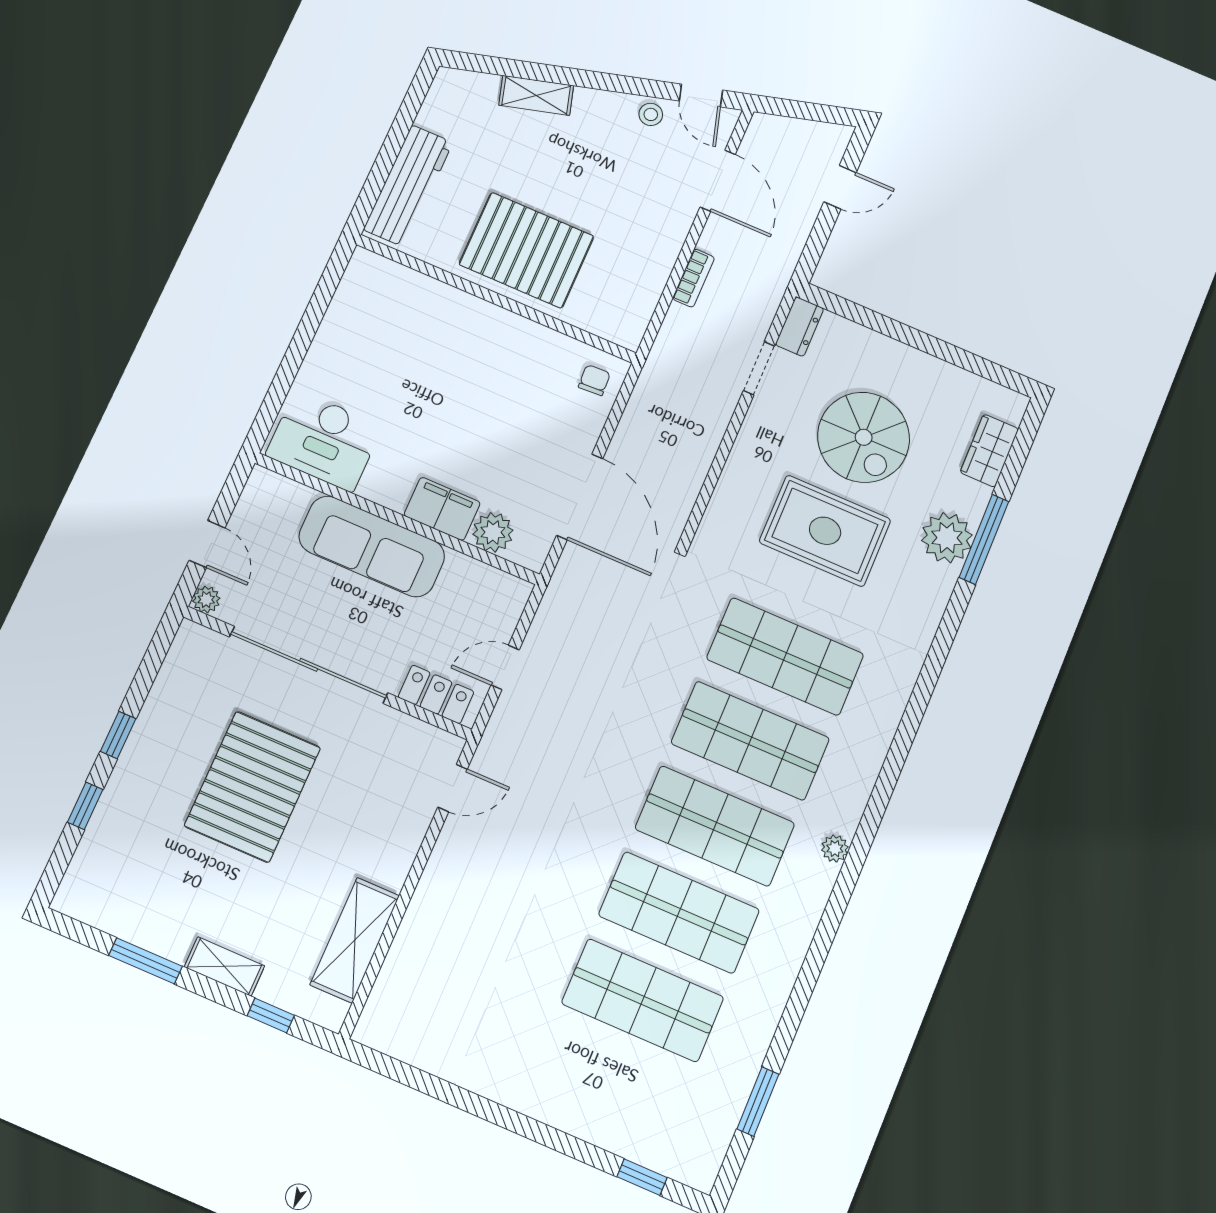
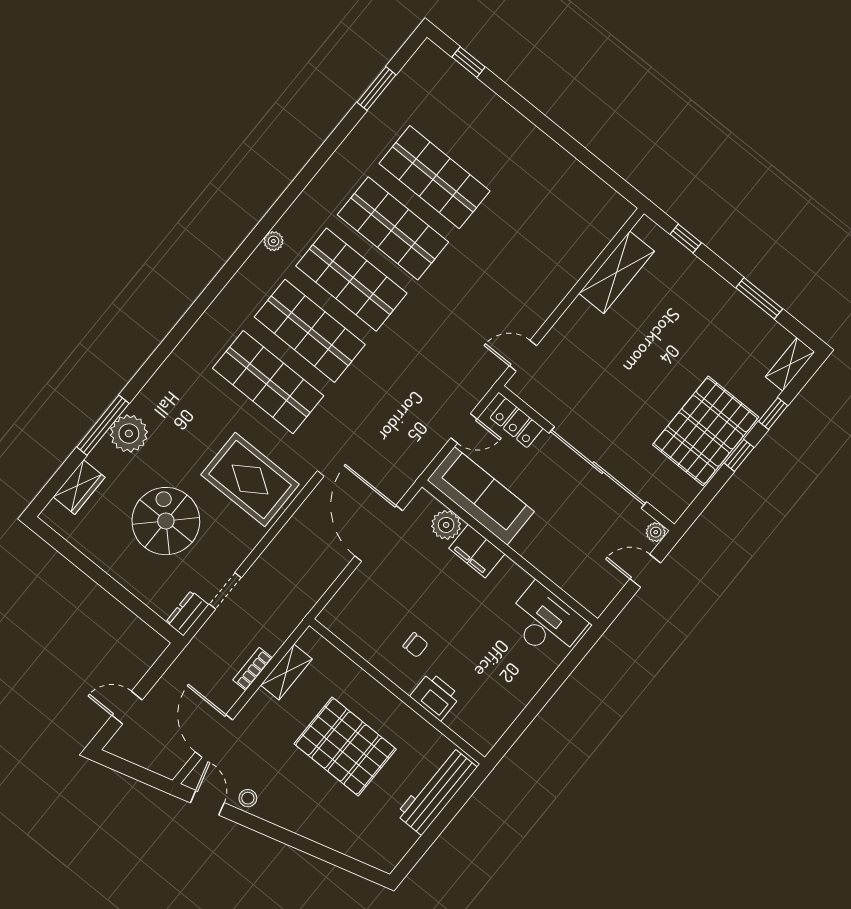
shelving: (536, 95) -> (286, 672), moved, turned -74
pallet: (526, 250) -> (345, 746), moved
printer: (444, 306) -> (435, 696), added
chair: (594, 380) -> (416, 645), moved, turned -87
rug: (825, 531) -> (250, 479), moved
door: (207, 544) -> (645, 571), hinge flipped
sofa: (372, 546) -> (481, 496), moved
pallet: (253, 787) -> (706, 431), moved
shelving: (224, 966) -> (790, 364), moved, turned 90

